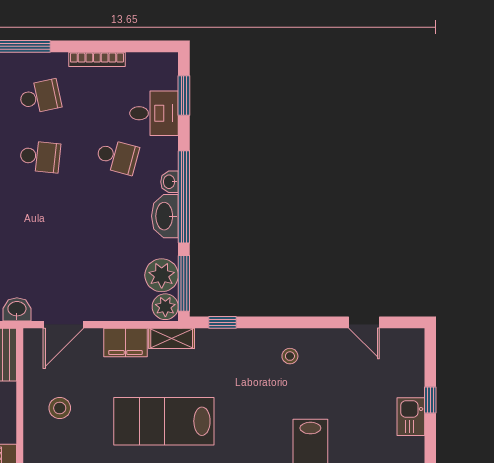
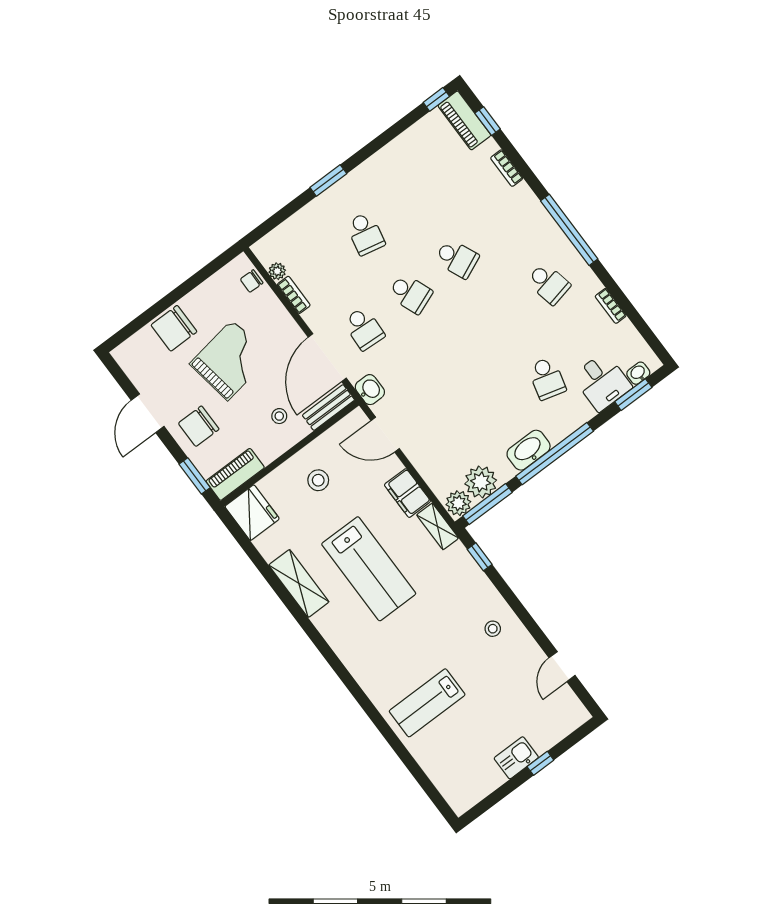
bookcase: (97, 59) -> (611, 306), width x0.64
school desk: (40, 157) -> (502, 319), removed
washbasin: (170, 182) -> (638, 373), moved
lab bench: (164, 421) -> (369, 569), turned 180

